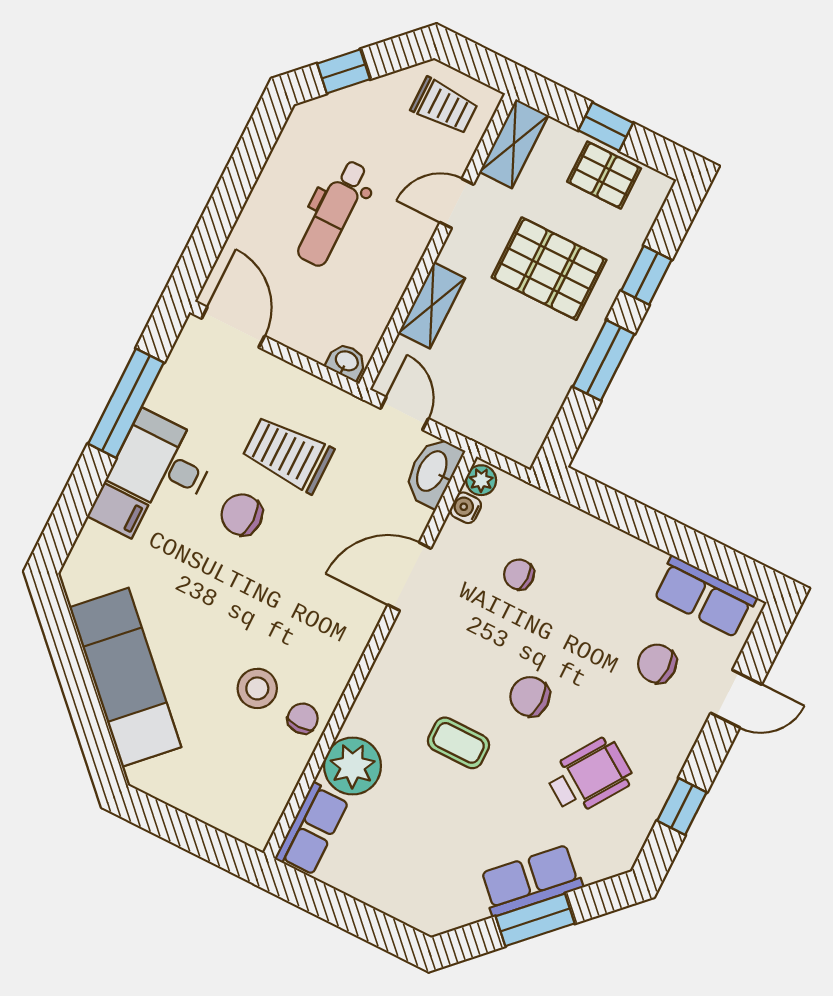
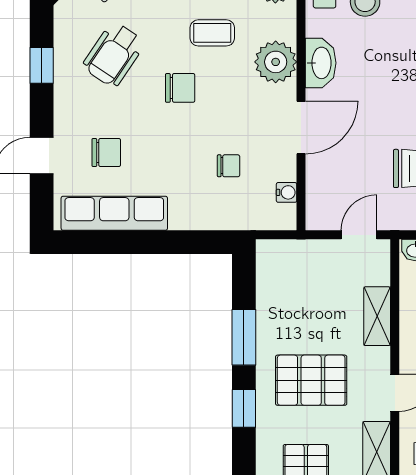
door: (404, 413) -> (359, 235), swing flipped
washbasin: (433, 472) -> (321, 63), moved
plant: (481, 480) -> (276, 62), moved, width x1.88, depth x1.88
row of seats: (704, 597) -> (114, 213), width x1.48

